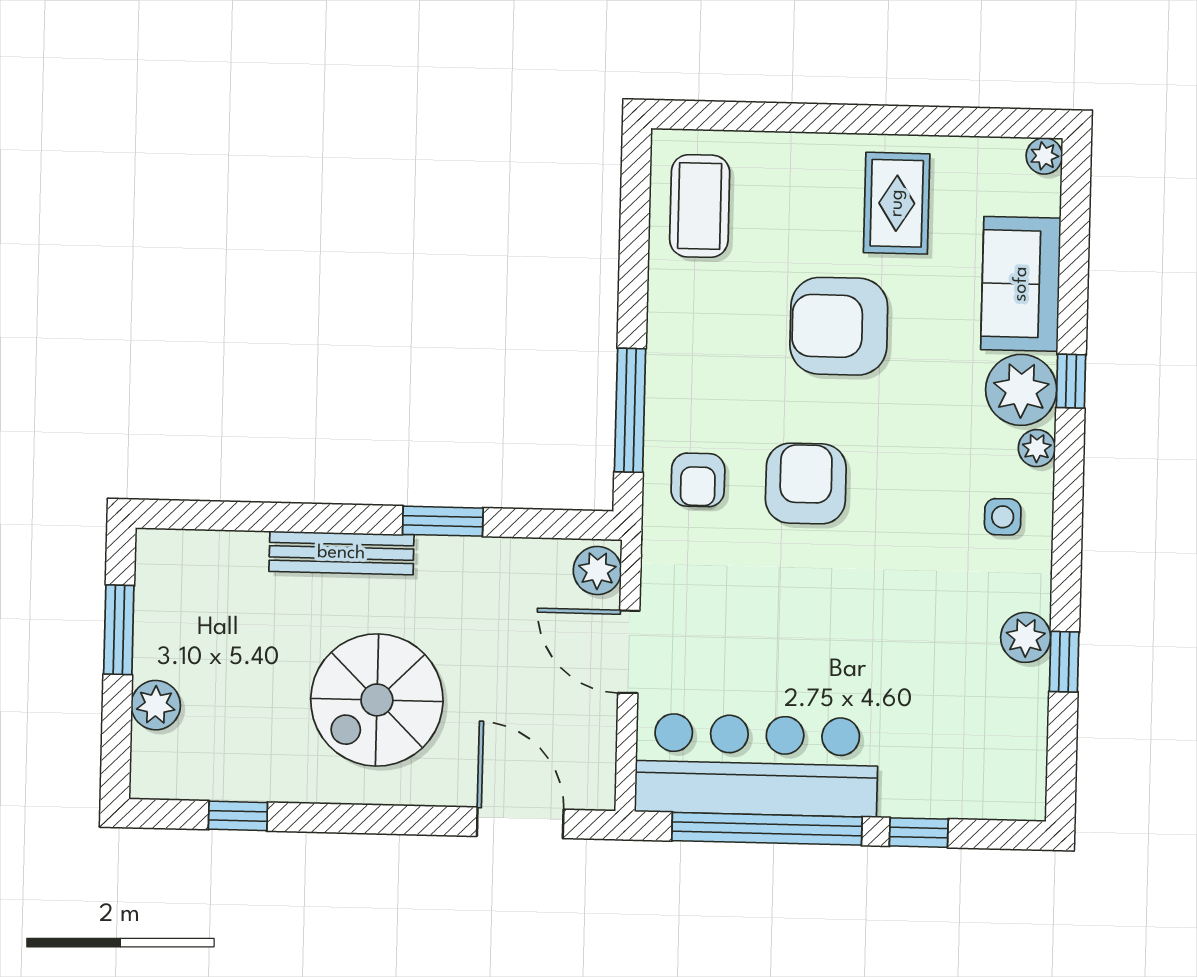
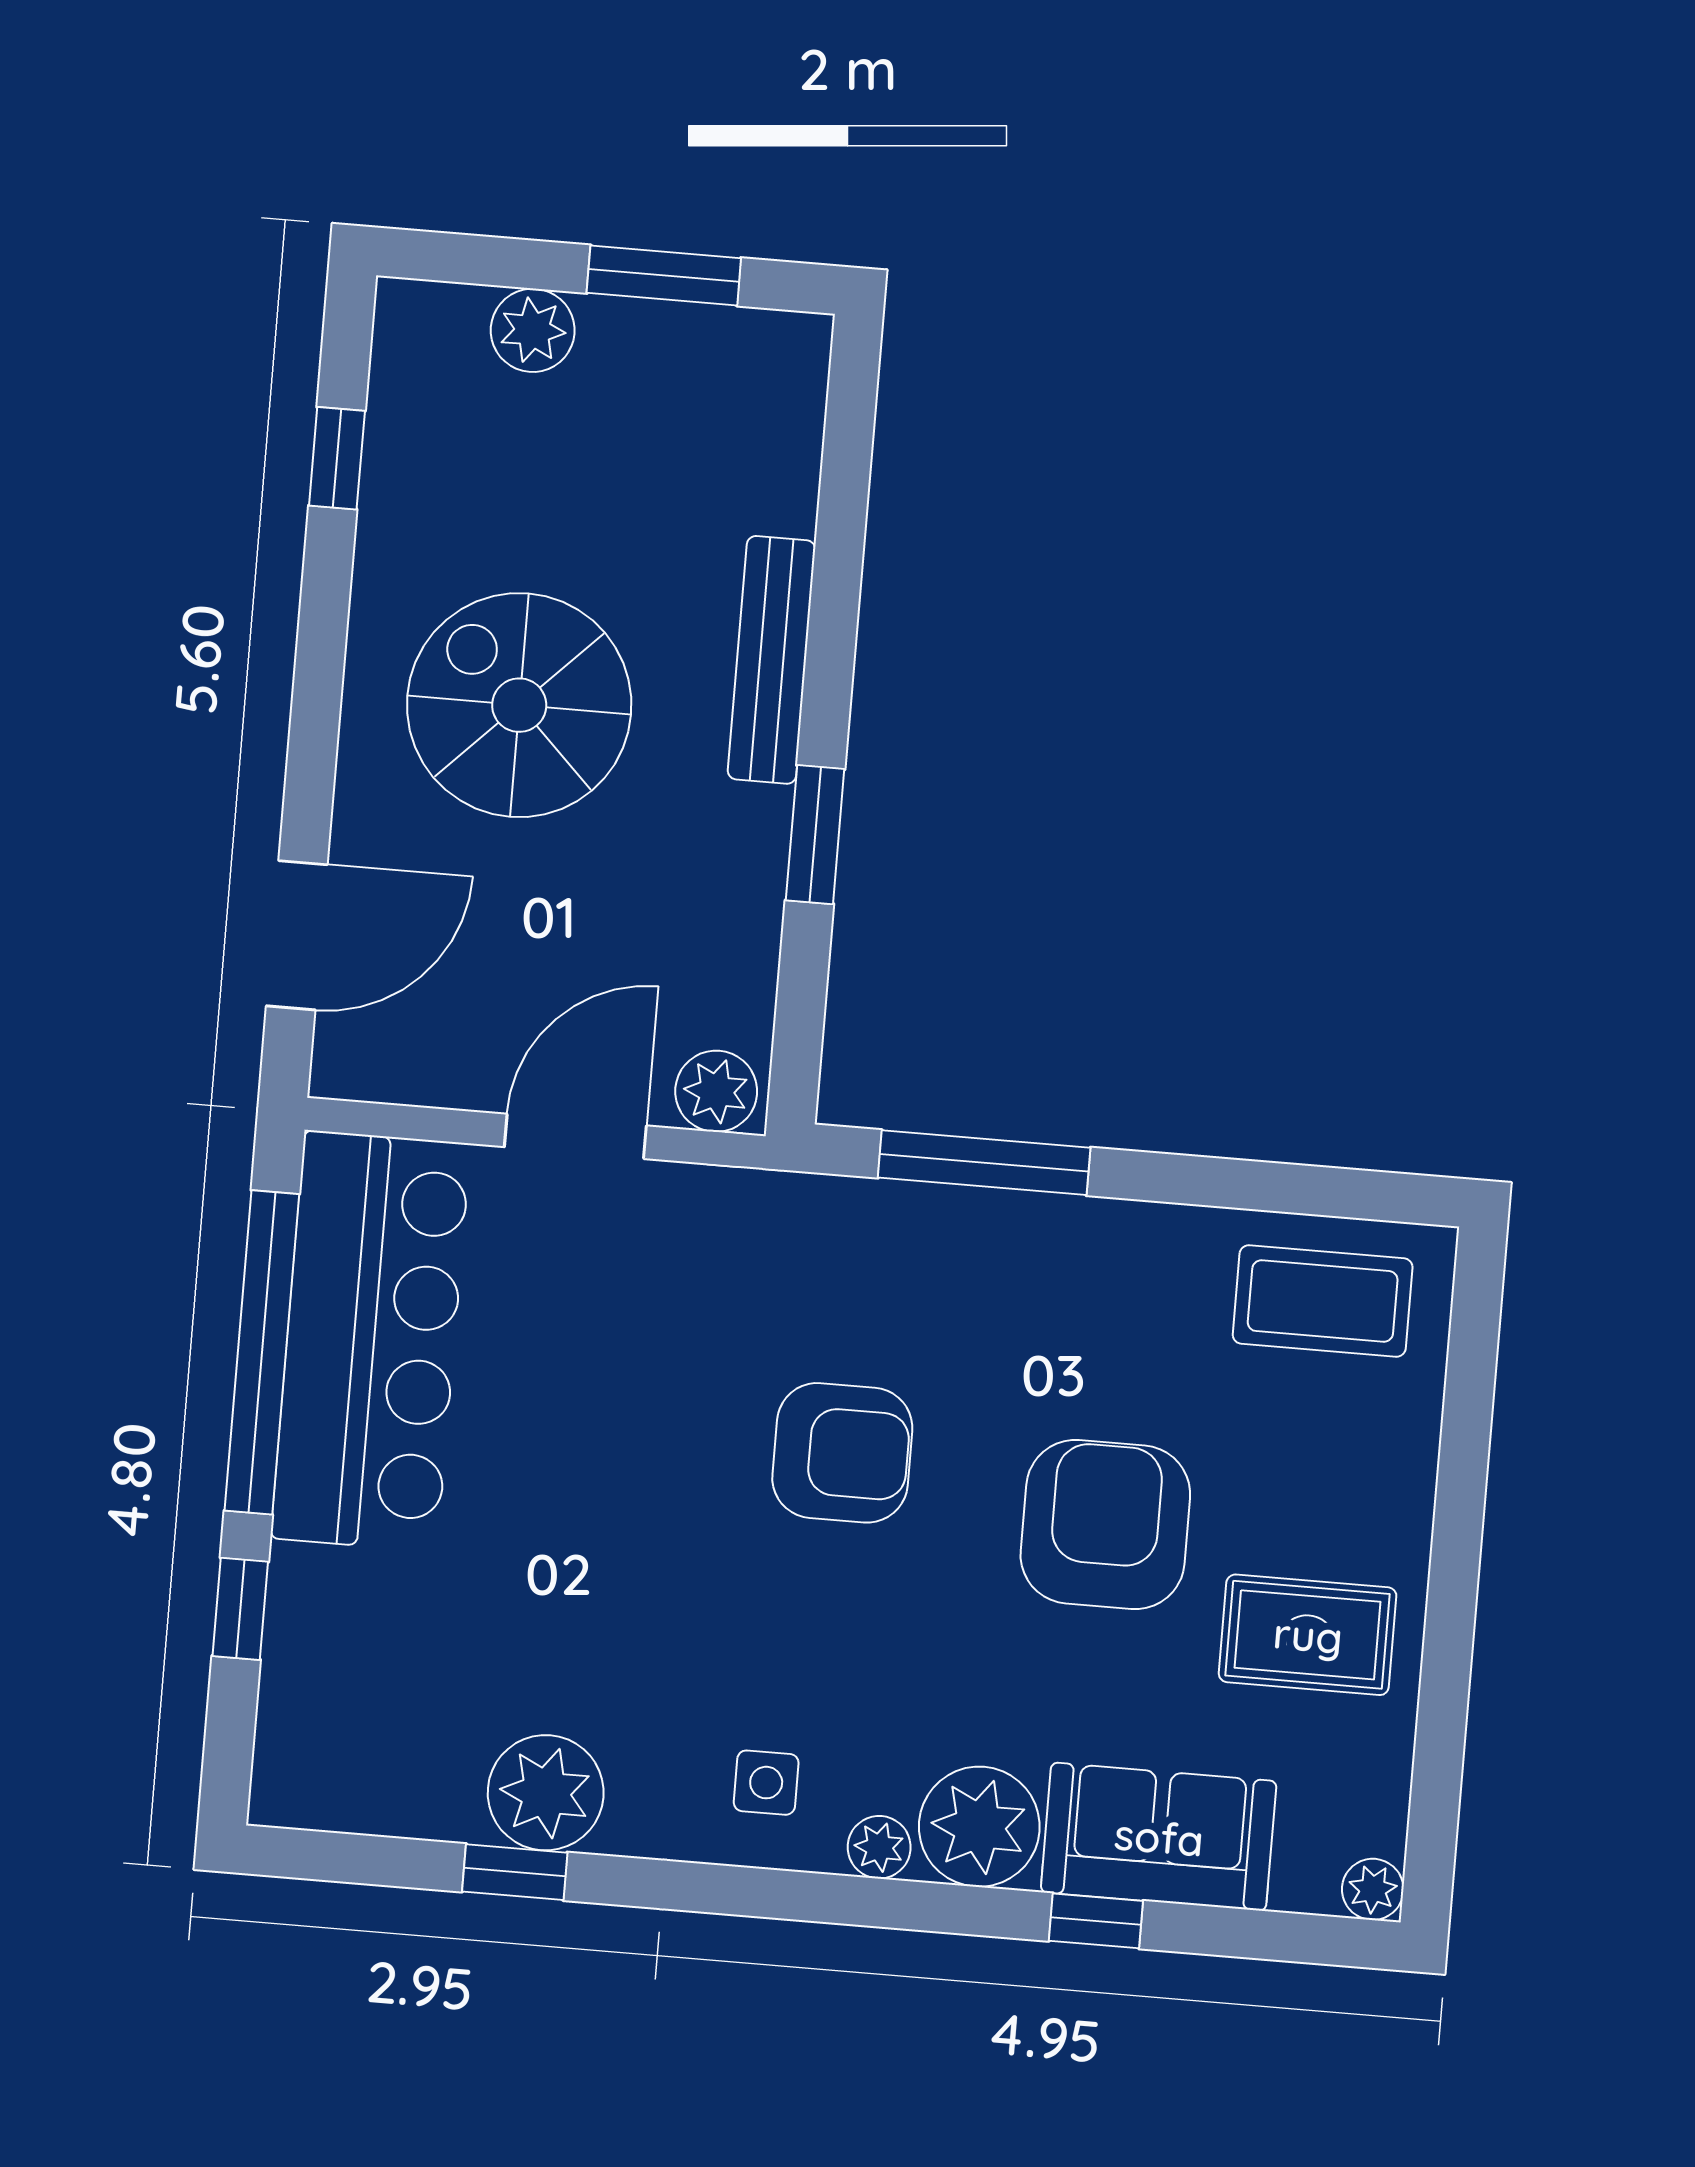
window: (1071, 381) -> (1096, 1921), moved
armchair: (698, 480) -> (859, 1271), removed
plant: (1026, 637) -> (546, 1793), width x1.36, depth x1.36

